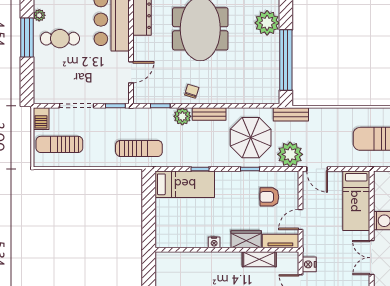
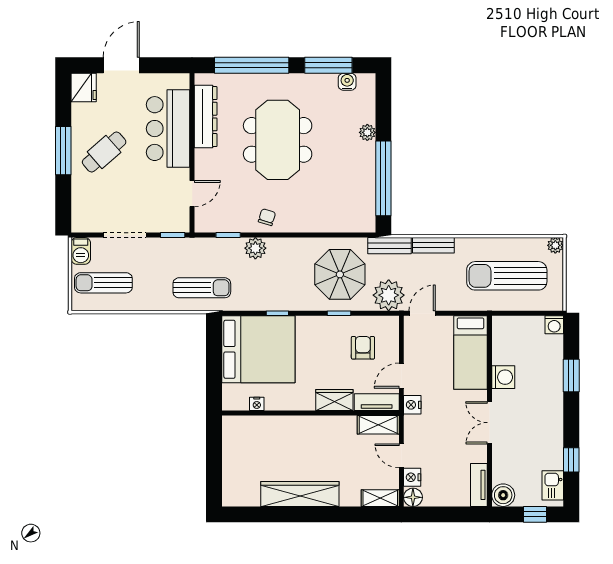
plant: (39, 15) -> (79, 123), removed
plant: (267, 23) -> (367, 132), width x0.53, depth x0.53
cafe table: (60, 39) -> (104, 152), turned -41
bench: (209, 114) -> (433, 245), moved
door: (317, 169) -> (422, 313), swing flipped
bed: (185, 184) -> (258, 349), width x2.04
armchair: (269, 197) -> (363, 348), turned 90
nightstand: (214, 242) -> (257, 404), moved
shelving: (259, 259) -> (378, 425), moved
nightstand: (309, 264) -> (412, 405), moved

